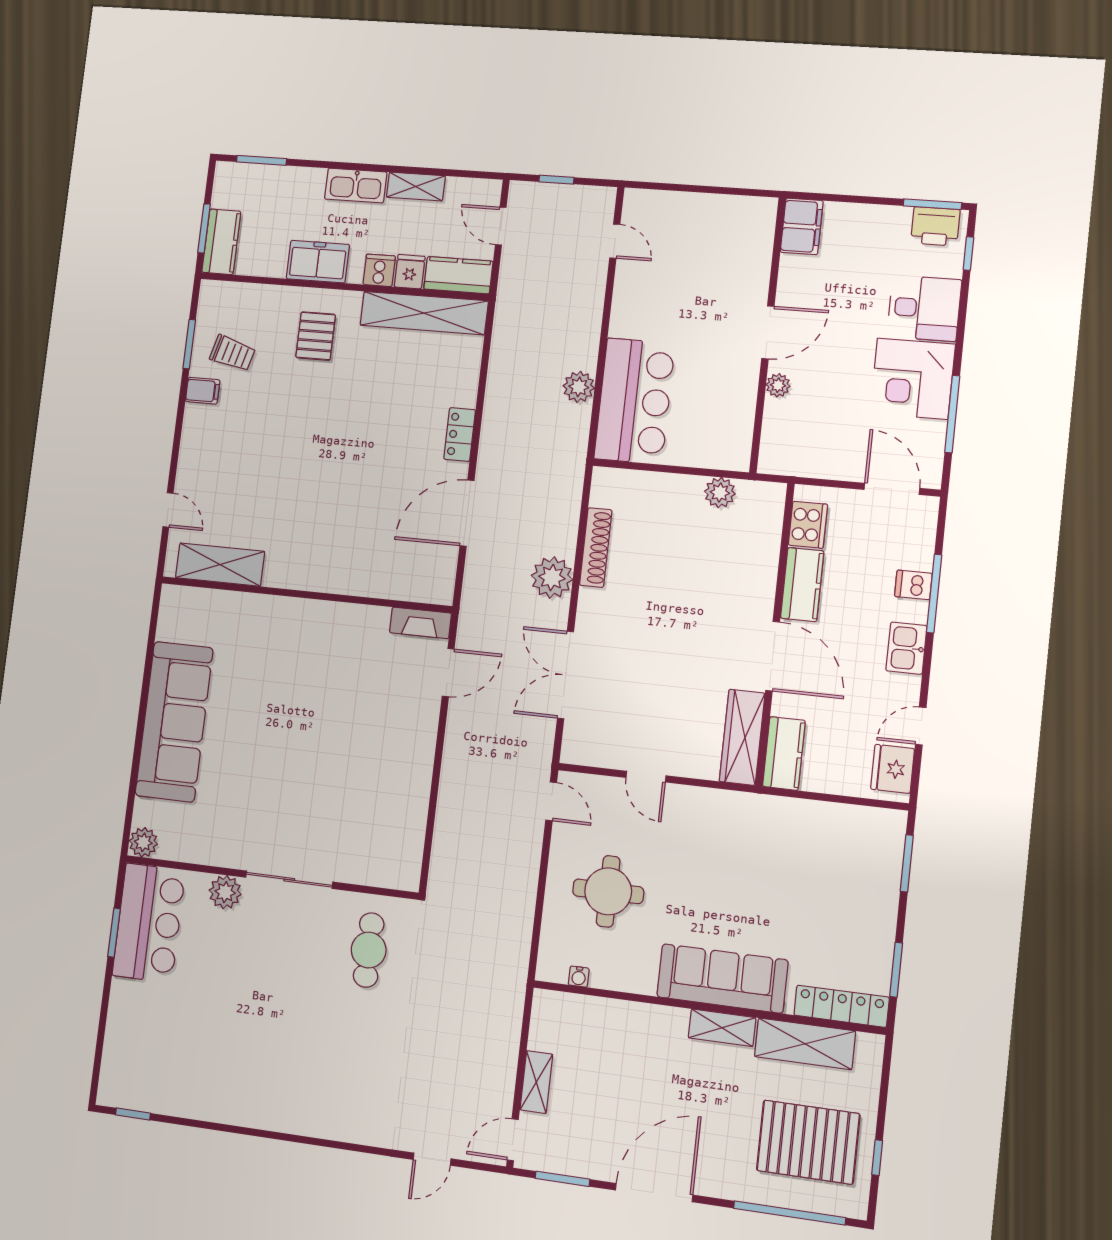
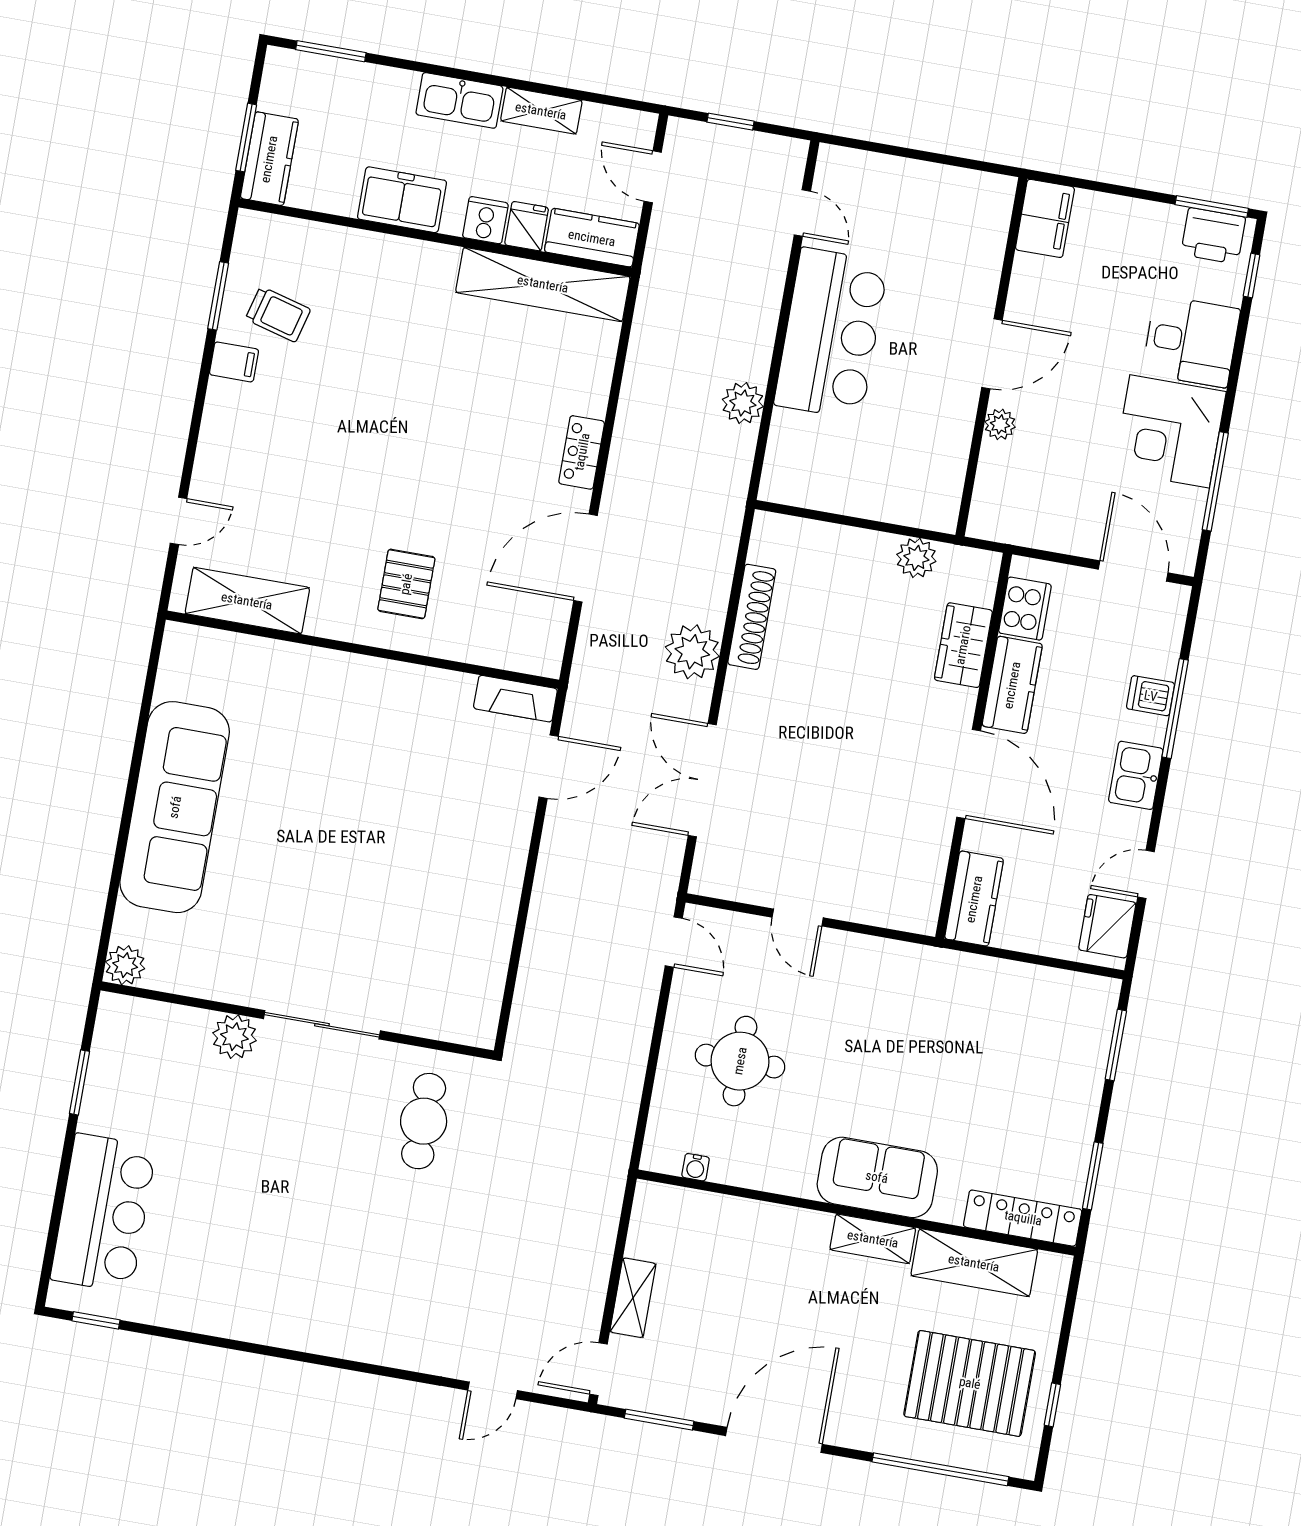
pallet: (316, 336) -> (406, 584), moved
bar counter: (634, 401) -> (831, 333), moved
door: (168, 510) -> (179, 521), hinge flipped
wardrobe: (742, 737) -> (963, 645), moved, width x0.67
bar counter: (149, 923) -> (103, 1213), moved
sofa: (722, 978) -> (877, 1177), width x0.73

